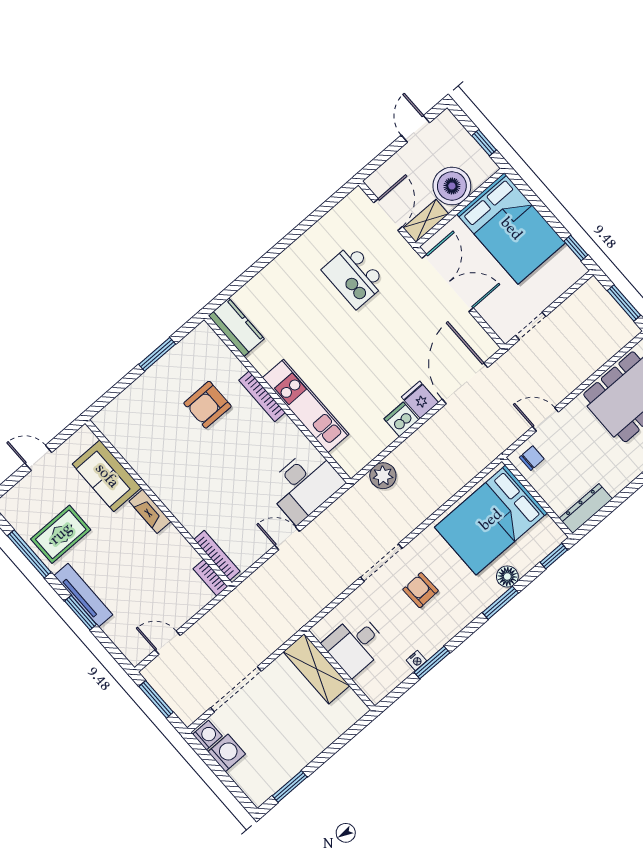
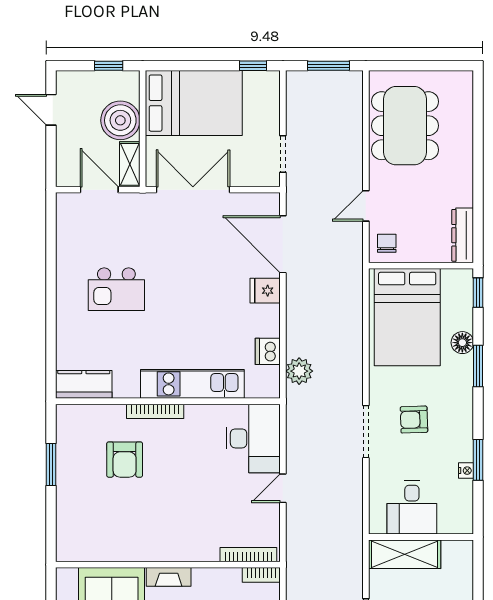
kitchen island: (354, 276) -> (116, 289), moved
dishwasher: (401, 419) -> (268, 351), moved

